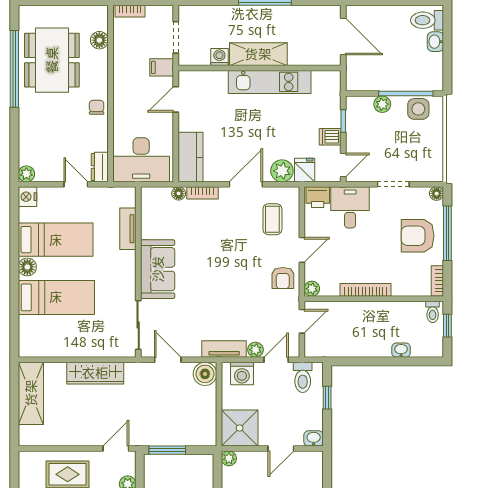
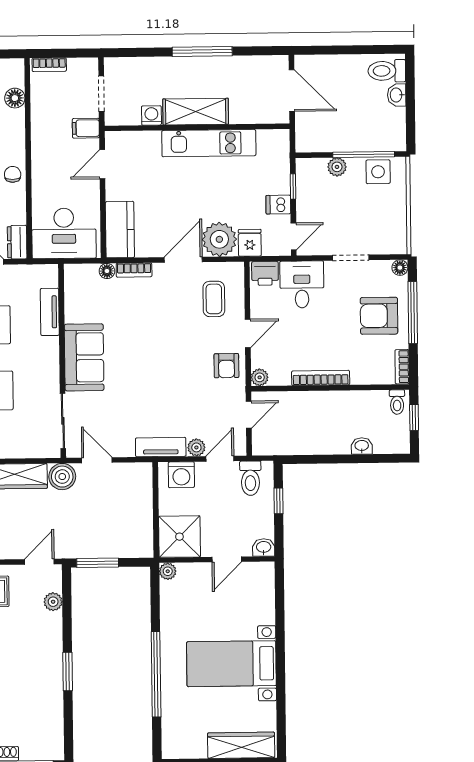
plant: (282, 171) -> (219, 239), width x1.36, depth x1.36
boiler: (205, 374) -> (62, 477), moved

